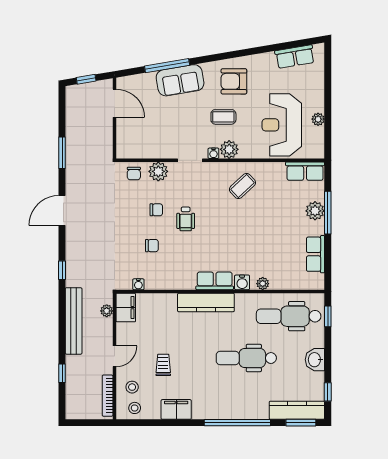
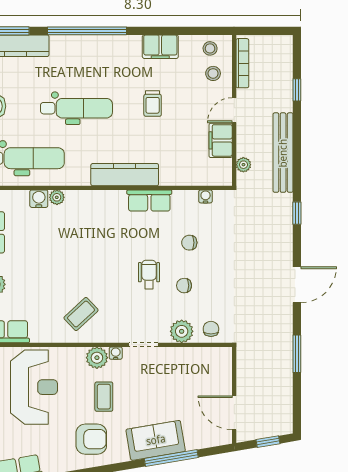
coffee table: (223, 117) -> (104, 397), turned 90
row of seats: (215, 281) -> (149, 200), moved
water cooler: (242, 282) -> (39, 199), moved
filing cabinet: (126, 308) -> (221, 140), moved
trolley: (163, 365) -> (153, 103), moved

